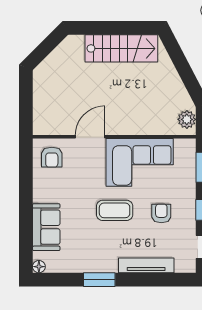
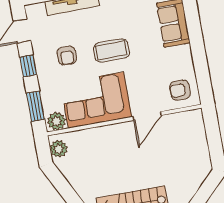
plant: (184, 148) -> (56, 121), added
armchair: (52, 157) -> (180, 90), turned -90

